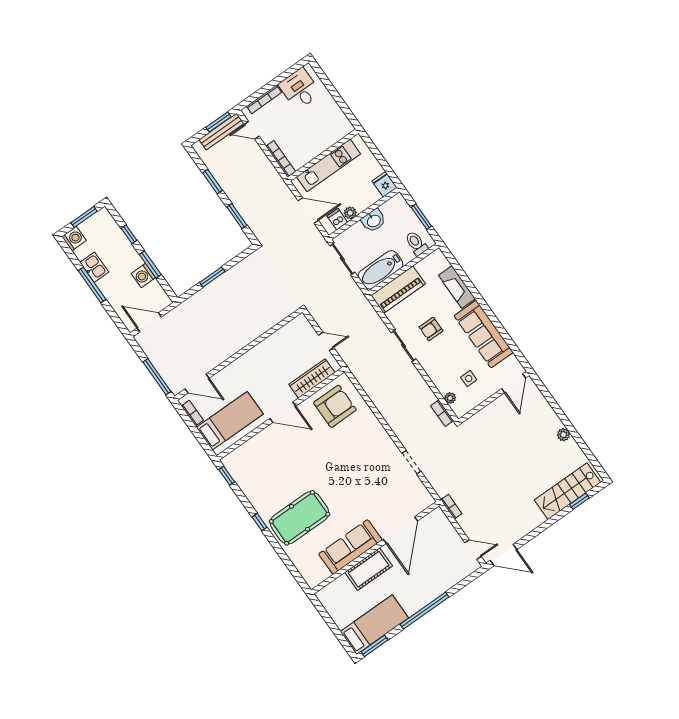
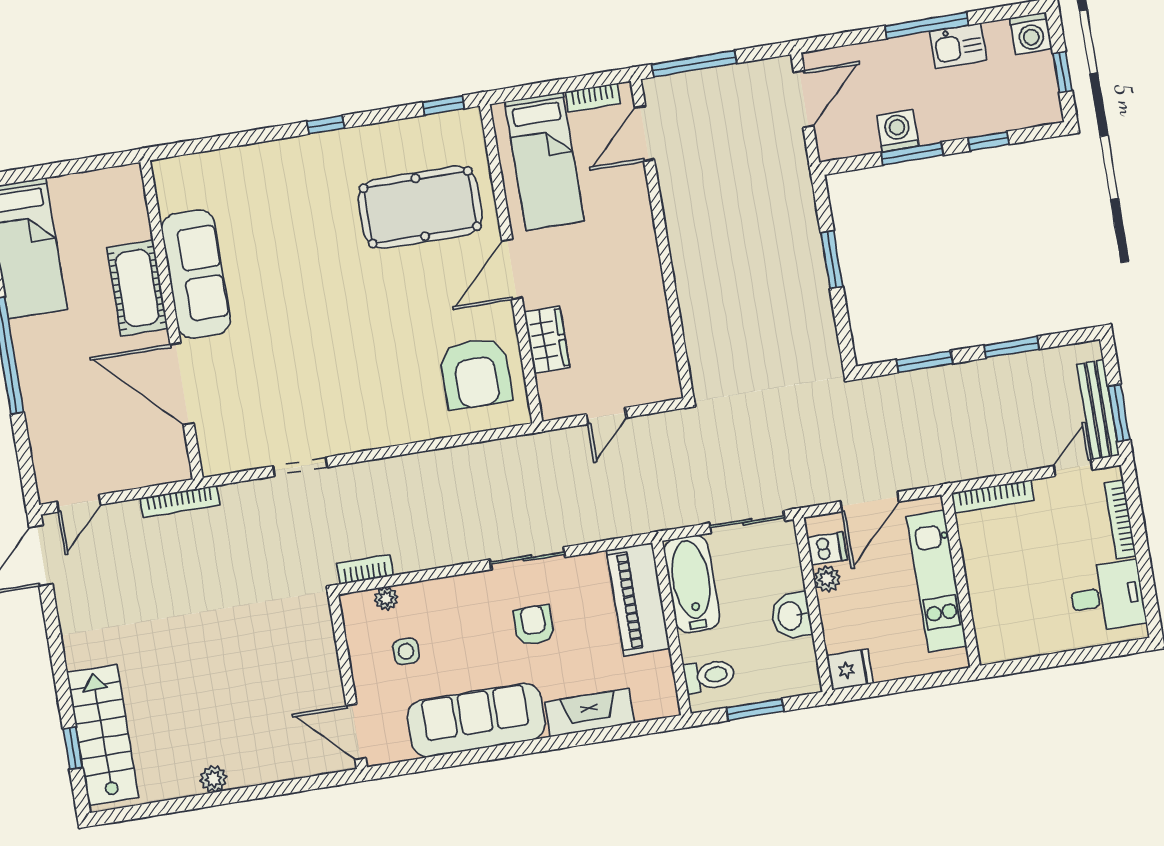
window: (84, 217) -> (1062, 72), width x0.67
wardrobe: (312, 378) -> (547, 340), width x0.67
bookcase: (451, 507) -> (180, 501), width x1.56
pool table: (300, 518) -> (420, 207), moved, turned 90

